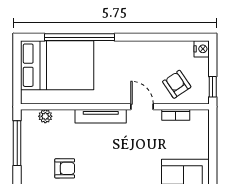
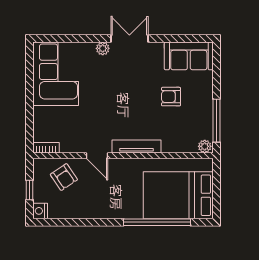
window: (213, 87) -> (29, 190), moved
bookcase: (176, 115) -> (46, 148), moved
plant: (45, 116) -> (205, 146), moved

